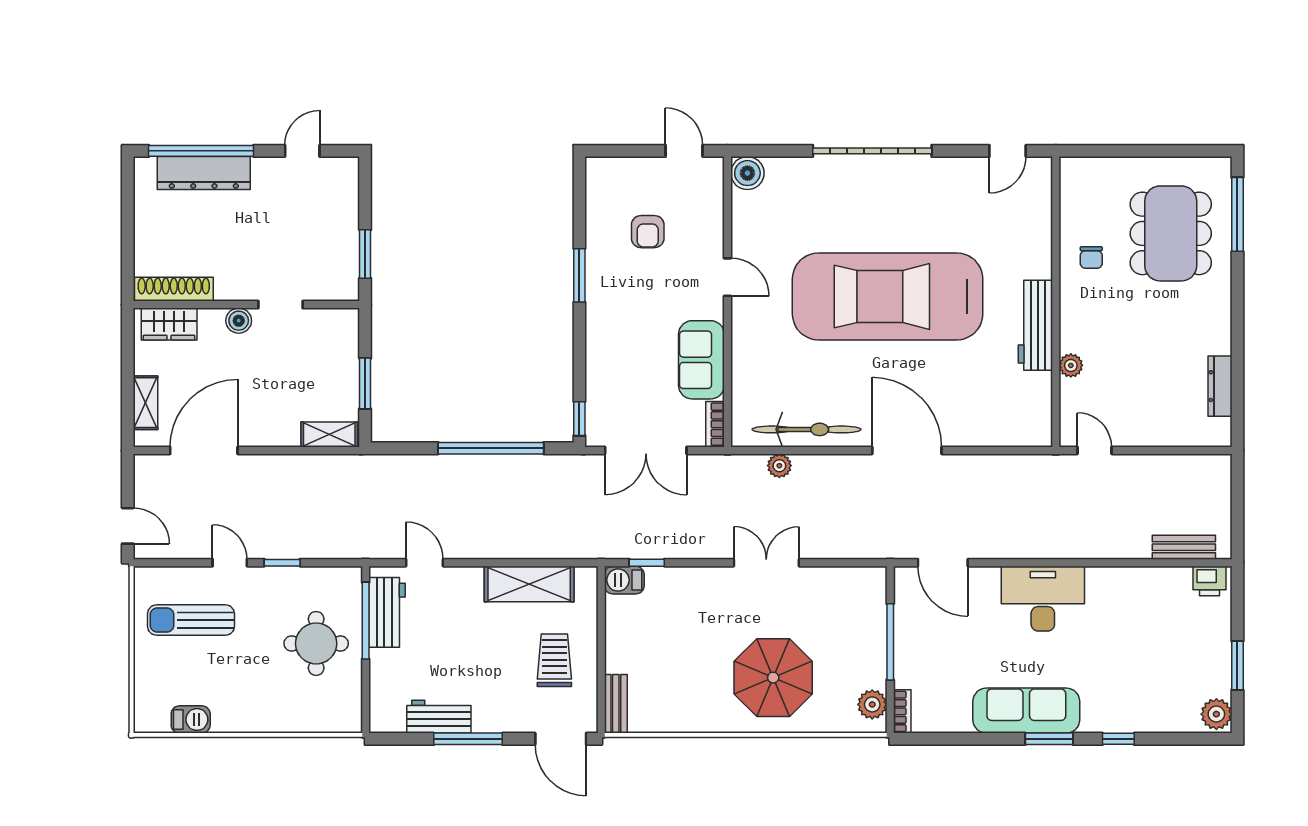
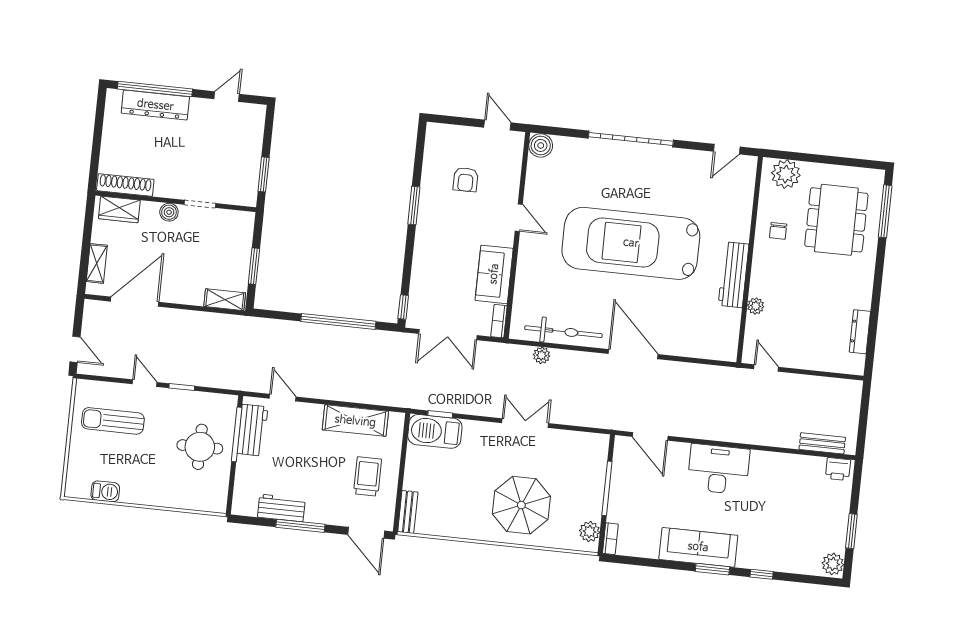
plant: (1094, 177) -> (786, 174), added
barbecue: (624, 580) -> (435, 431), width x1.88, depth x1.53

